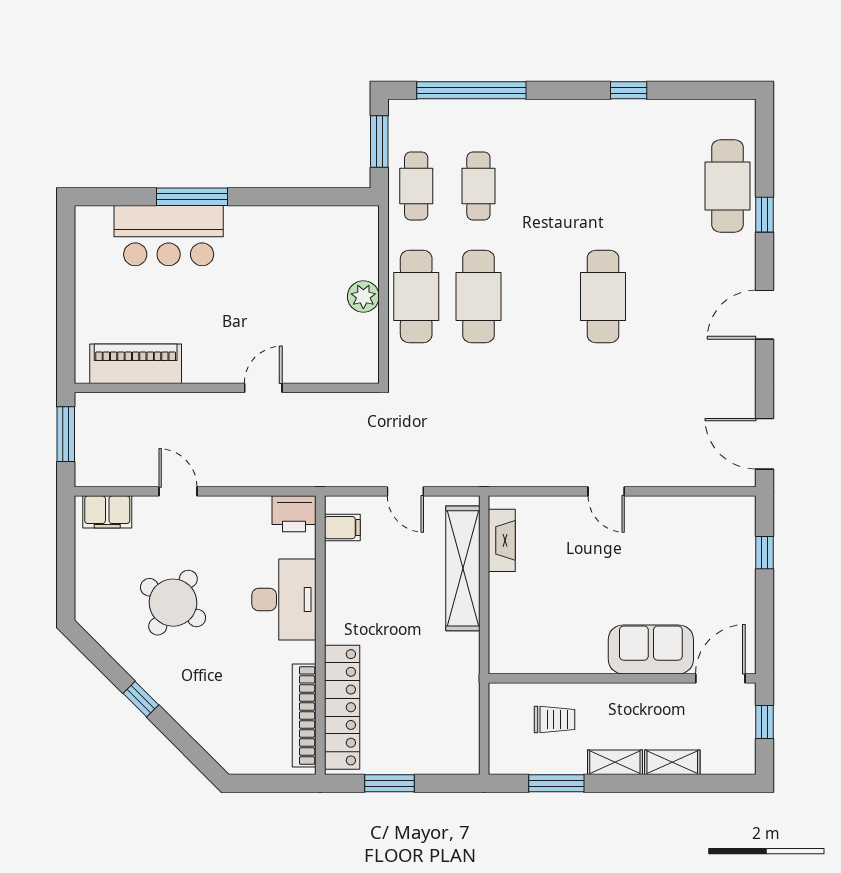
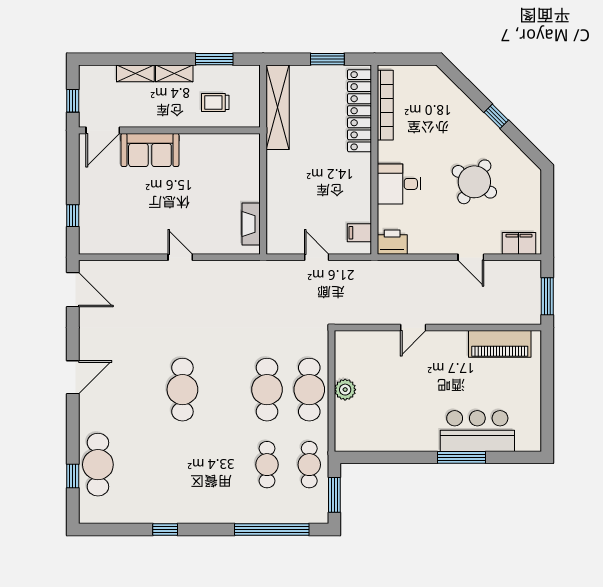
window: (765, 215) -> (73, 476), moved
shelving: (463, 568) -> (278, 107), moved
desk: (284, 599) -> (399, 184), width x0.73

